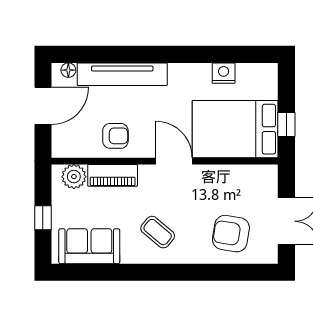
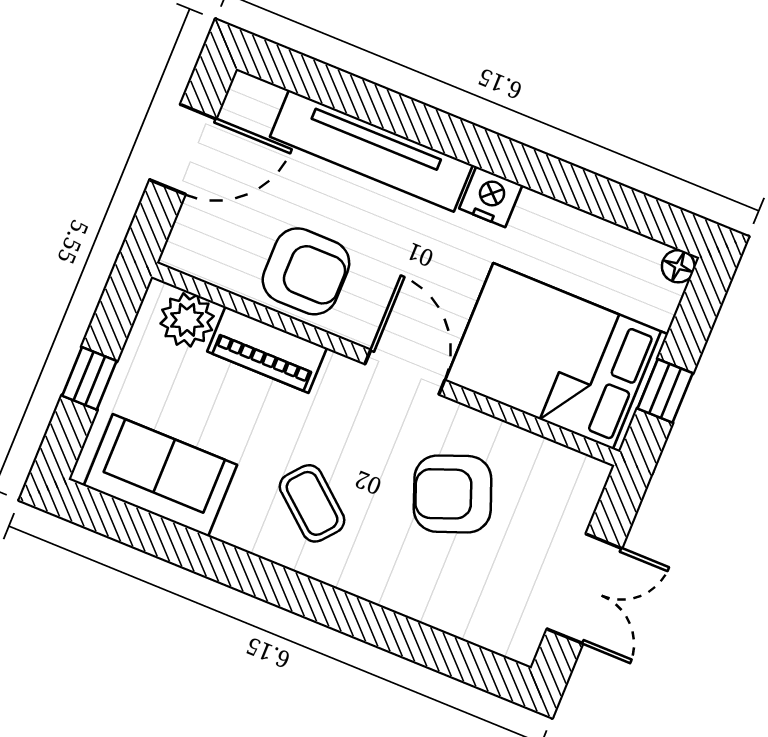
floor lamp: (68, 70) -> (678, 266), moved
nightstand: (224, 73) -> (491, 197), moved
armchair: (115, 136) -> (306, 271), width x1.38, depth x1.38
armchair: (231, 234) -> (453, 494), moved, turned -30

